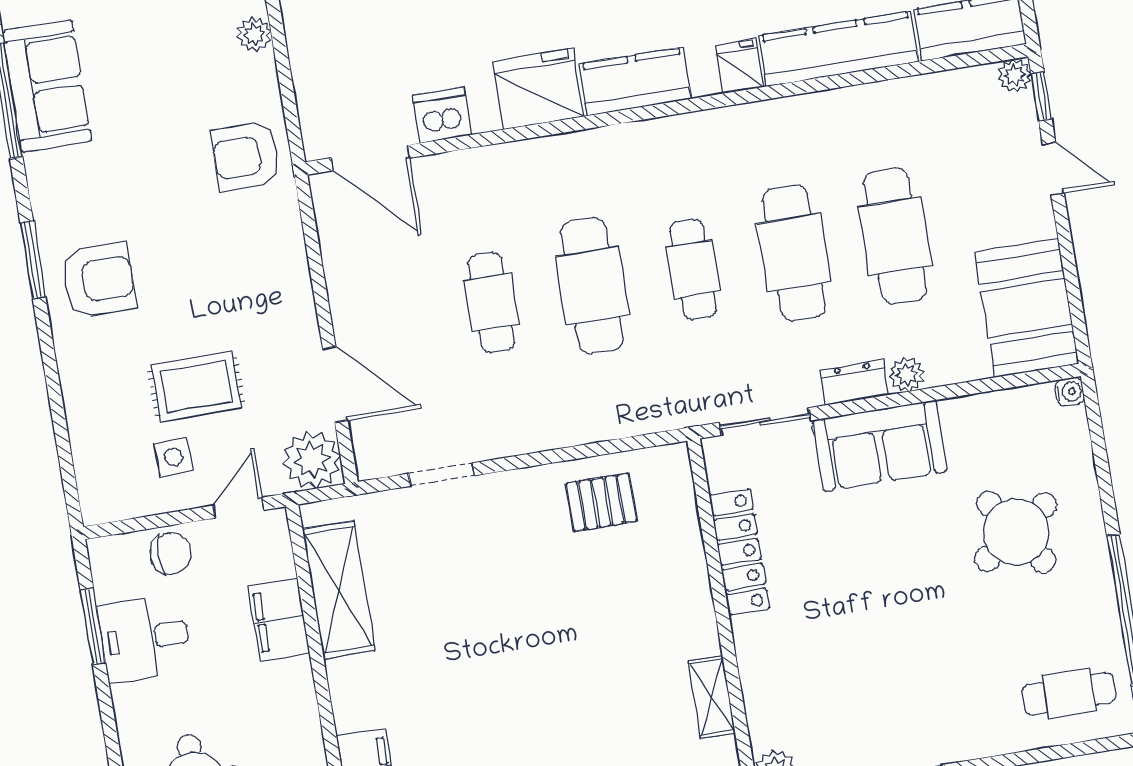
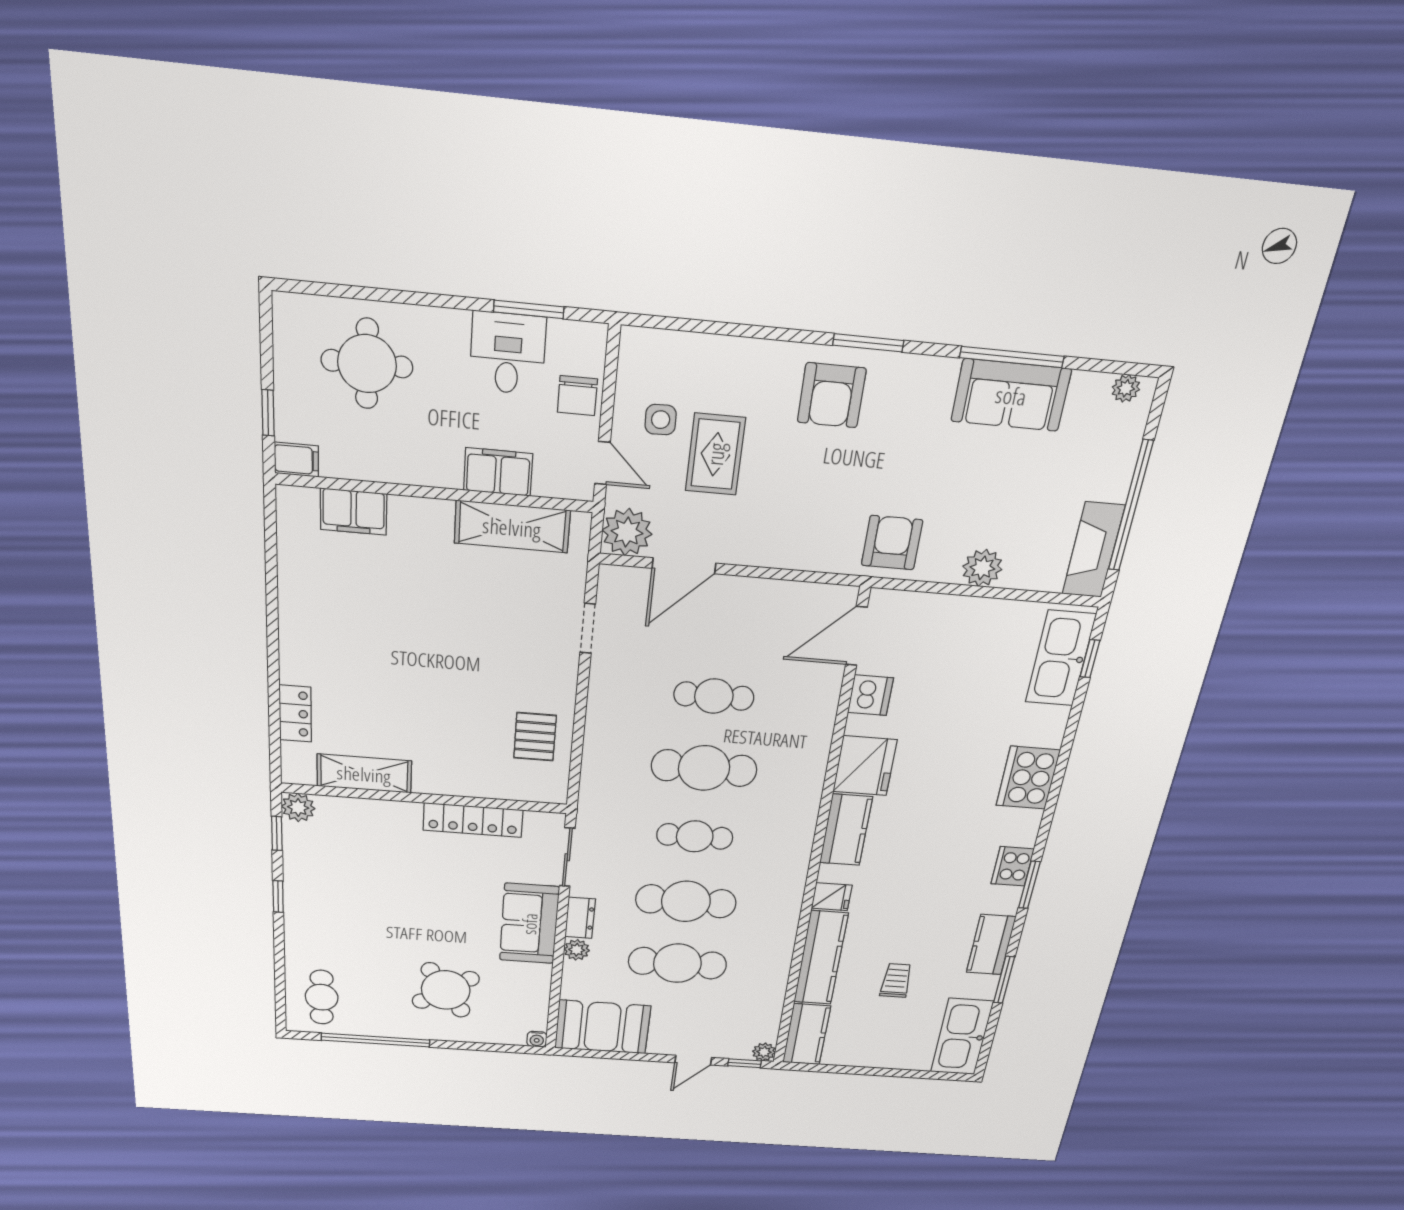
plant: (254, 34) -> (982, 568), width x1.38, depth x1.38
shelving: (712, 697) -> (364, 774), width x1.50, depth x1.33

